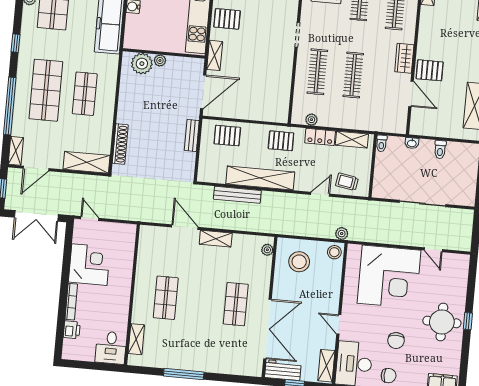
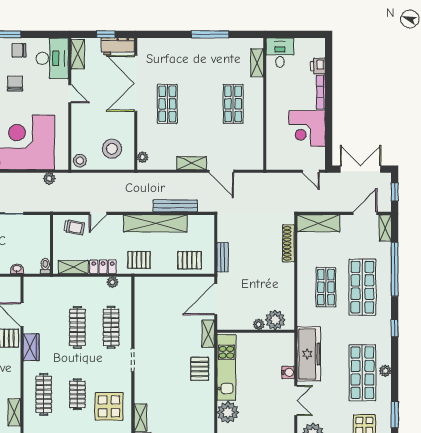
pallet: (227, 19) -> (200, 369), turned 90
plant: (342, 234) -> (49, 179), moved

